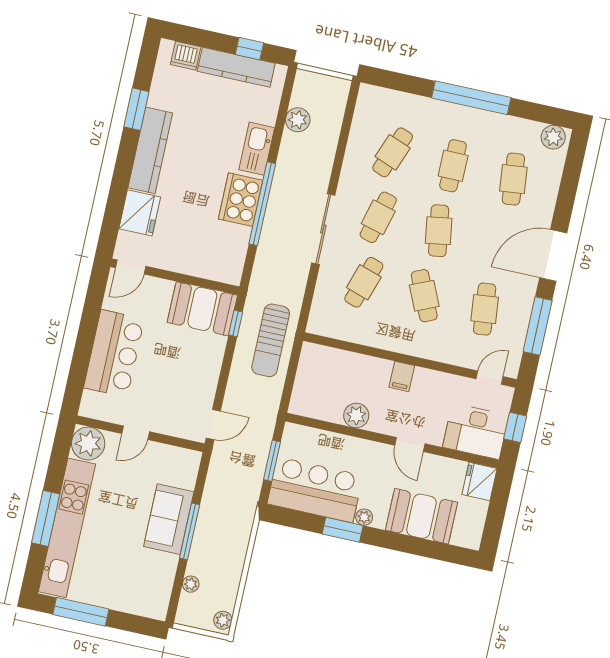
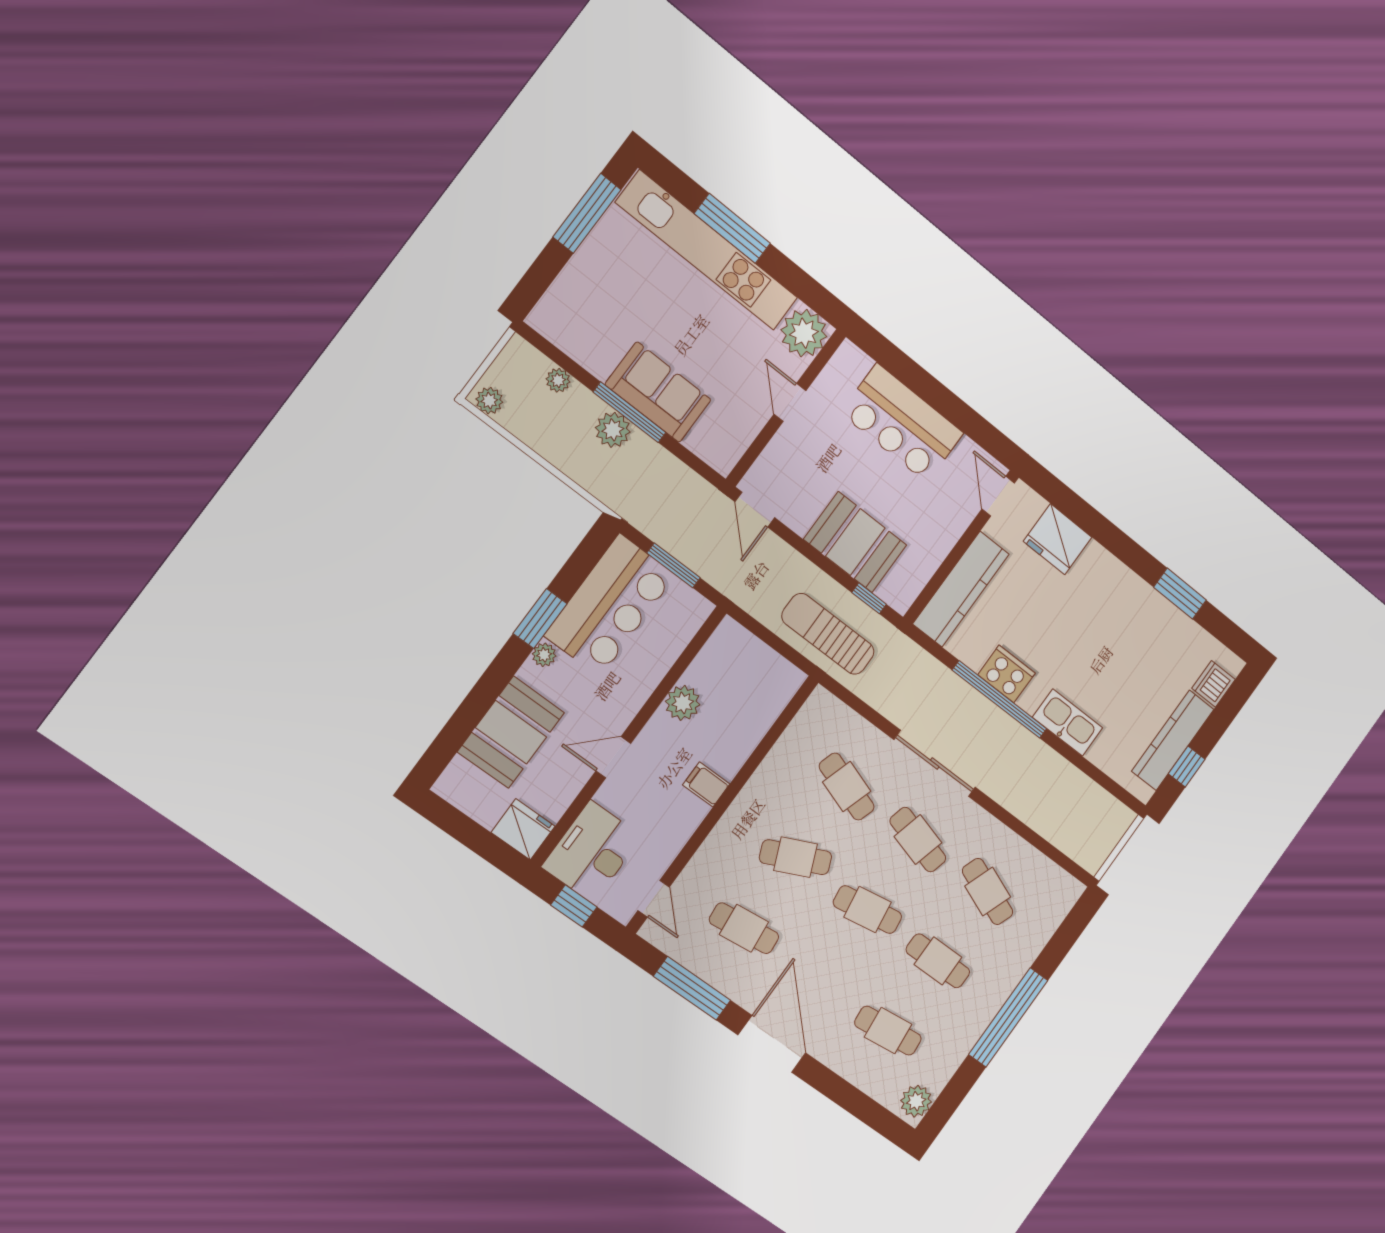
plant: (298, 120) -> (613, 430), moved
kitchen counter: (150, 150) -> (961, 589), moved, turned -90
cooker: (241, 200) -> (1006, 674), width x0.73, depth x0.76
booth: (202, 309) -> (855, 542), moved, turned 90

